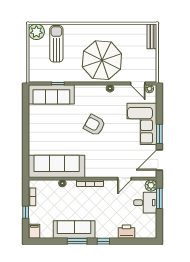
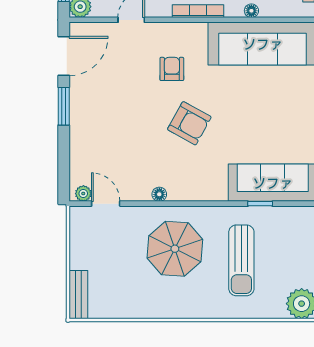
sun lounger: (56, 44) -> (241, 260), moved
parasol: (102, 60) -> (175, 249), width x0.73, depth x0.73
corner sofa: (142, 124) -> (98, 126), removed
armchair: (104, 153) -> (172, 69), added

